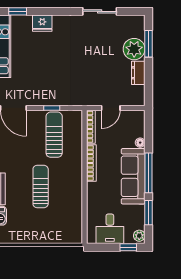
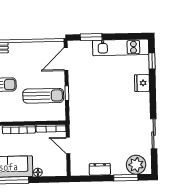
plant: (134, 49) -> (136, 165), moved

